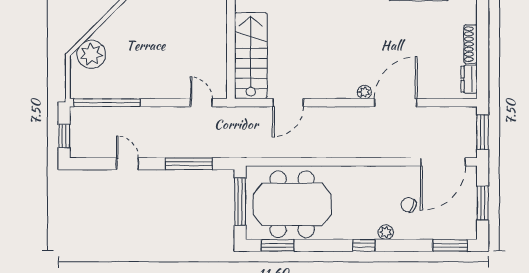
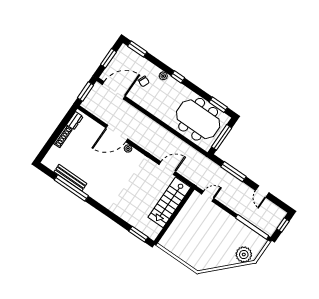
door: (201, 103) -> (208, 196), swing flipped

